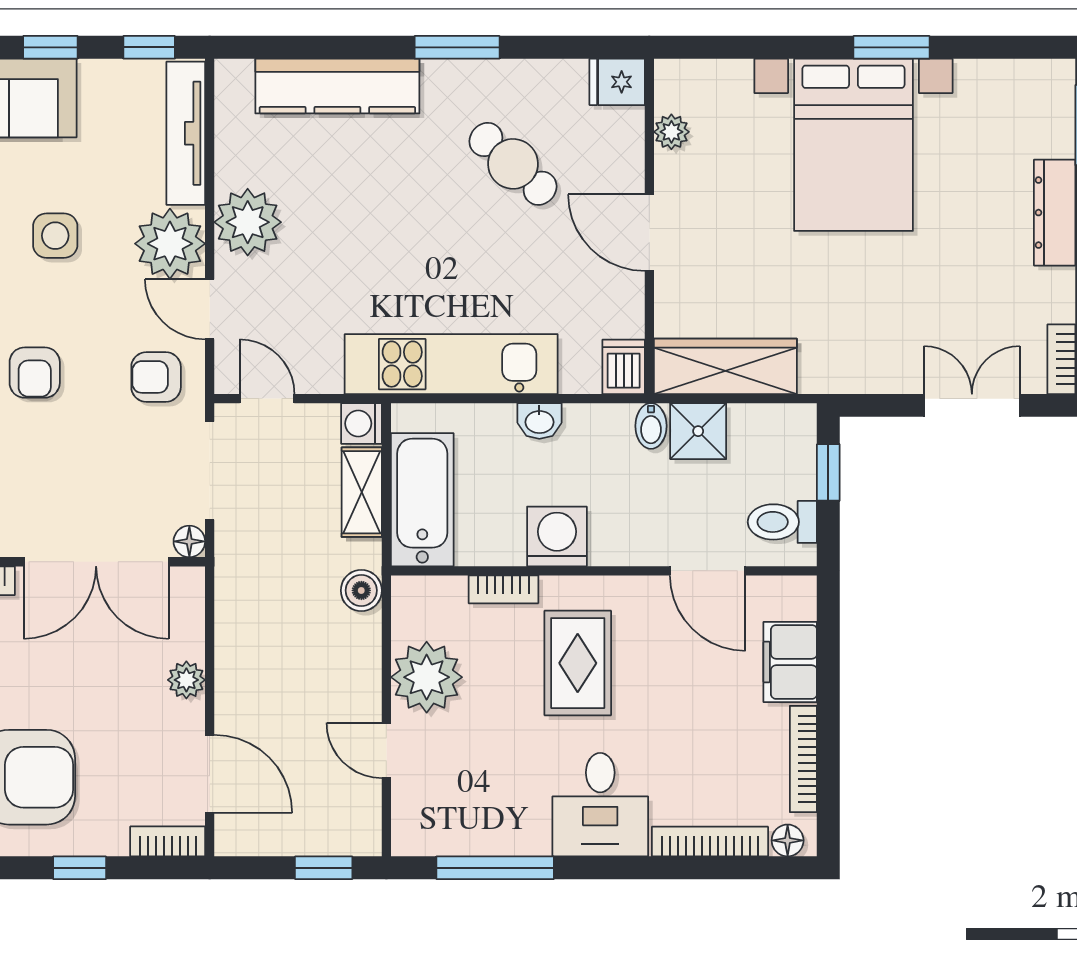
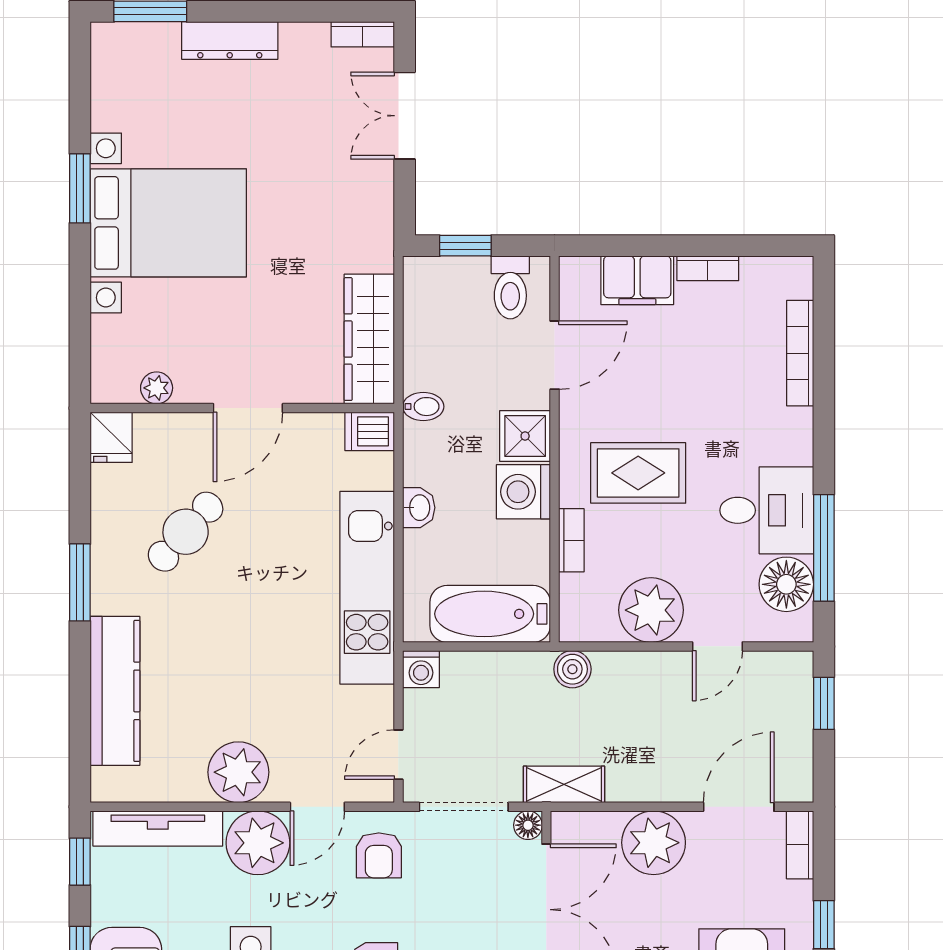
shower: (698, 431) -> (525, 436), moved
shelving: (362, 492) -> (564, 784), moved
plant: (186, 680) -> (654, 843), width x1.88, depth x1.88
bookcase: (803, 759) -> (708, 268), width x0.64
desk: (600, 805) -> (767, 510), moved
floor lamp: (788, 840) -> (786, 584), moved, width x1.89, depth x1.89

